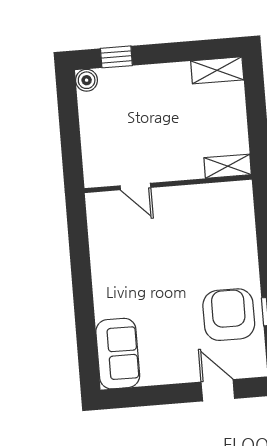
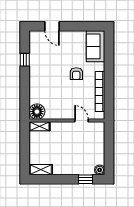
floor lamp: (236, 198) -> (37, 112), added
bookcase: (100, 254) -> (100, 91), added
armchair: (229, 315) -> (76, 74), moved, width x0.53, depth x0.53

